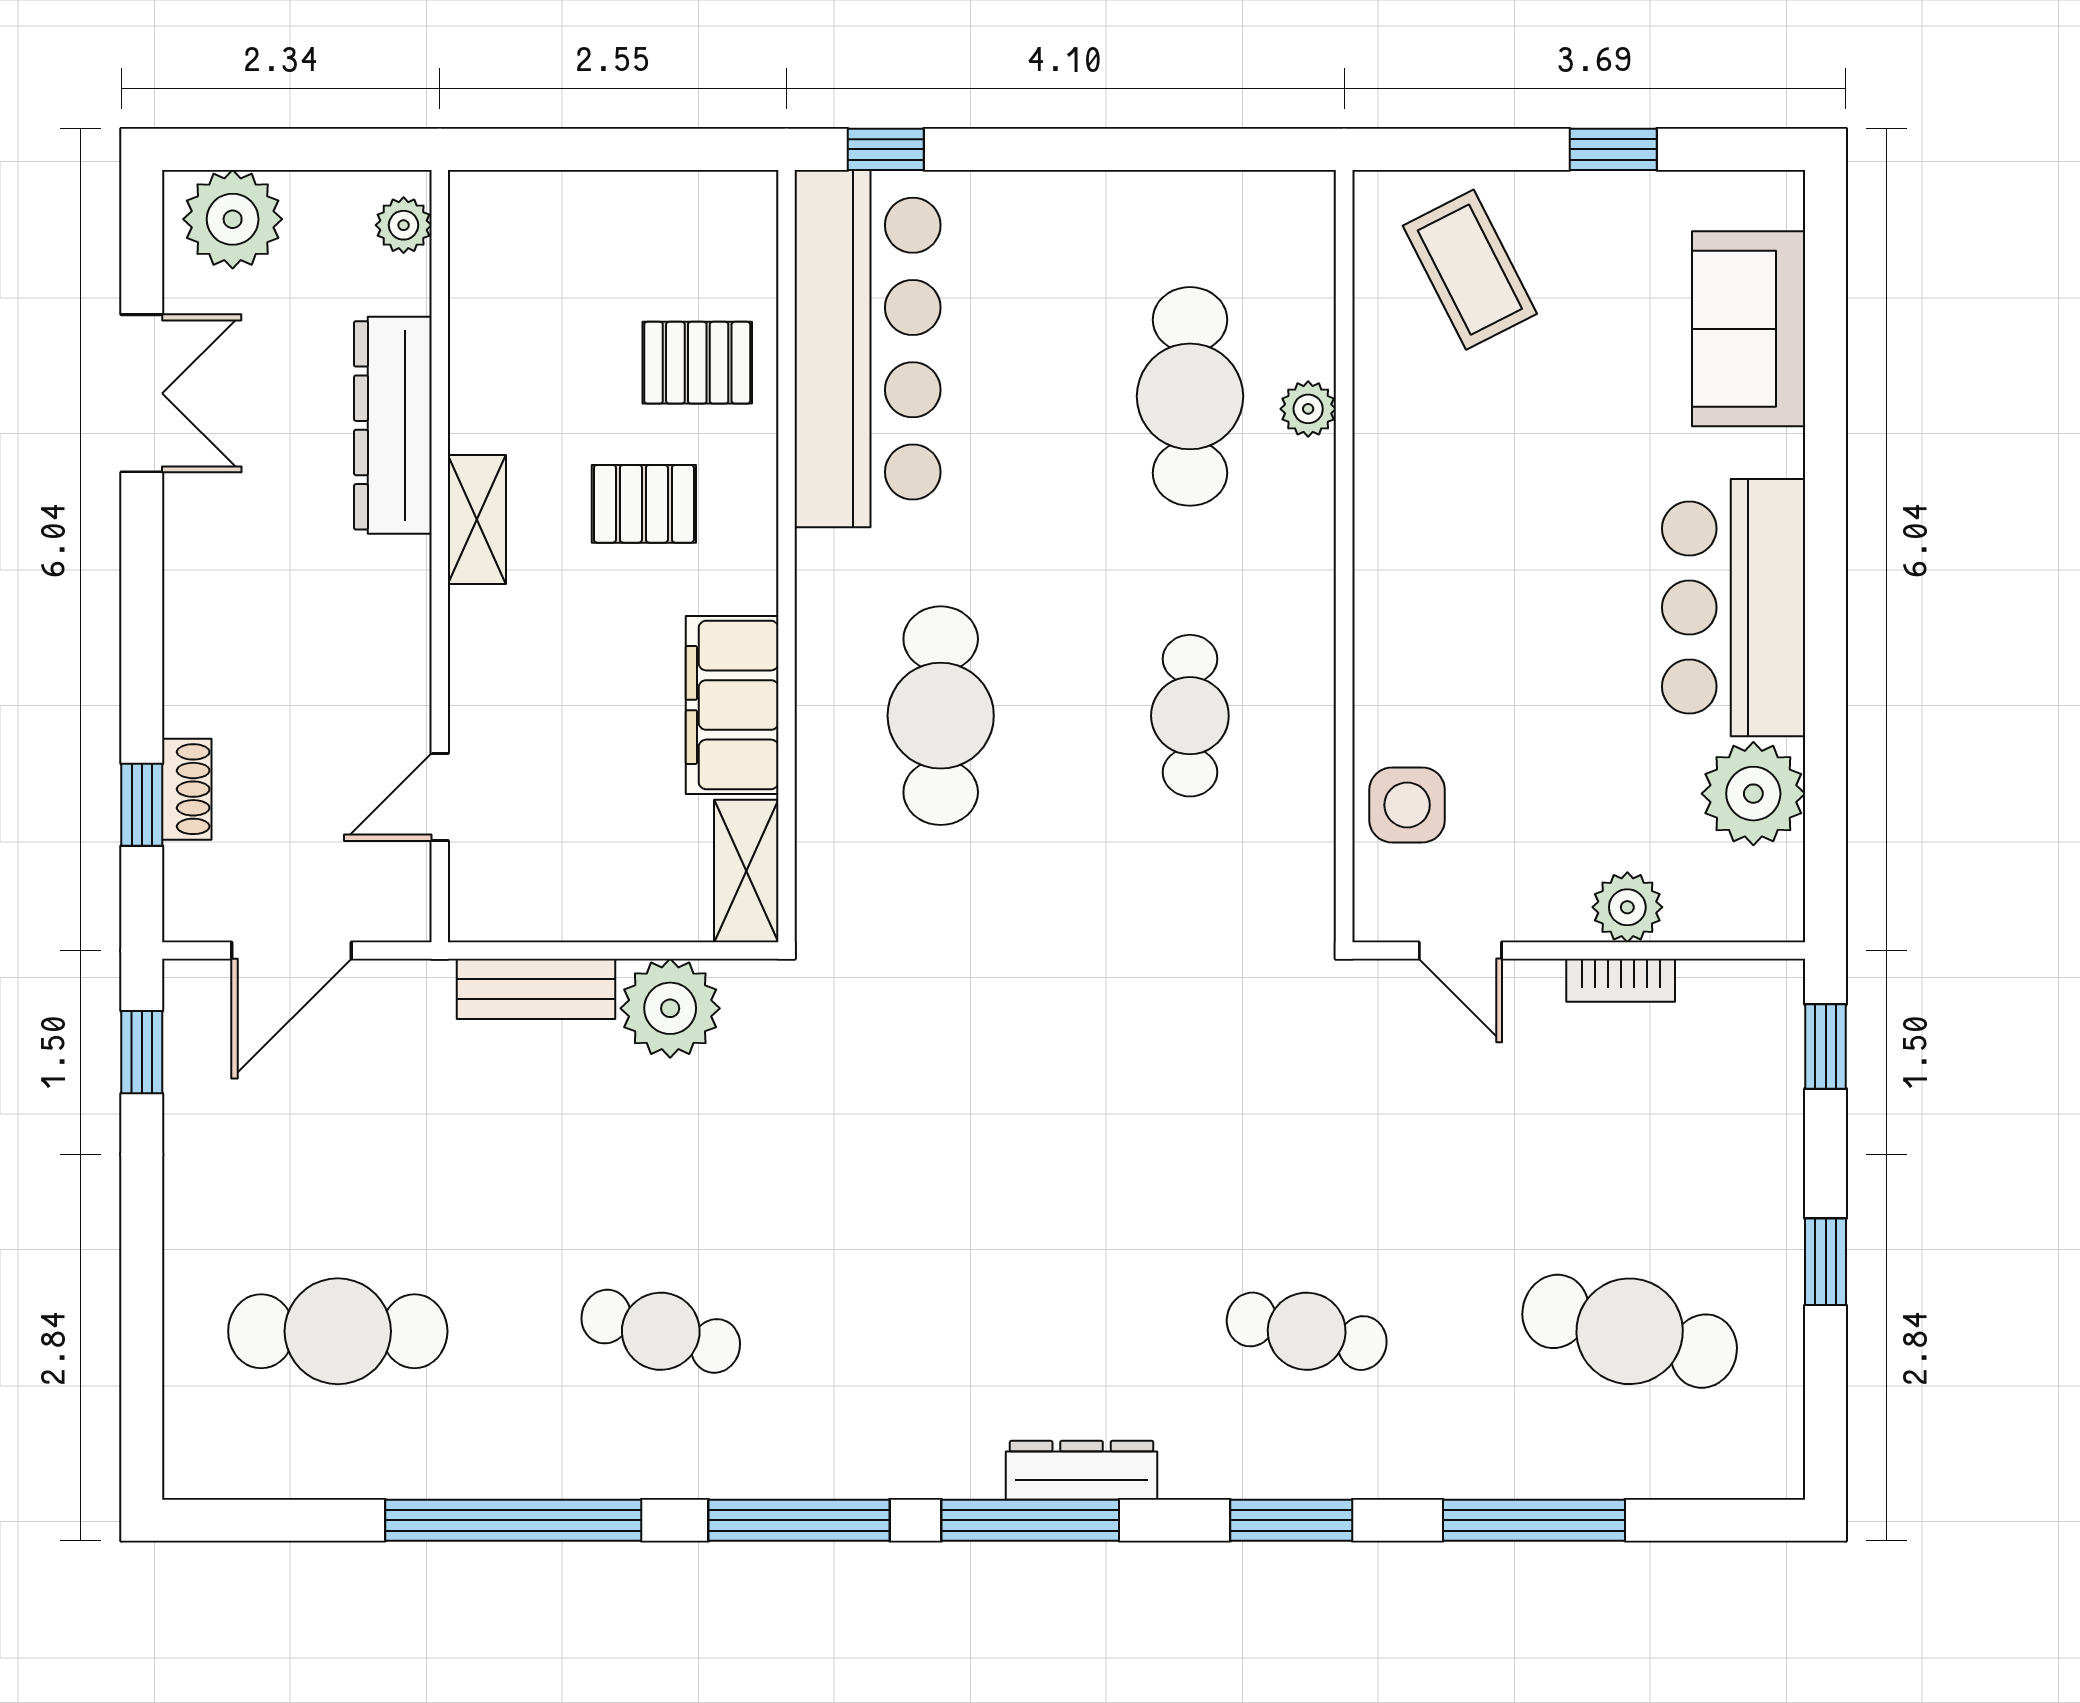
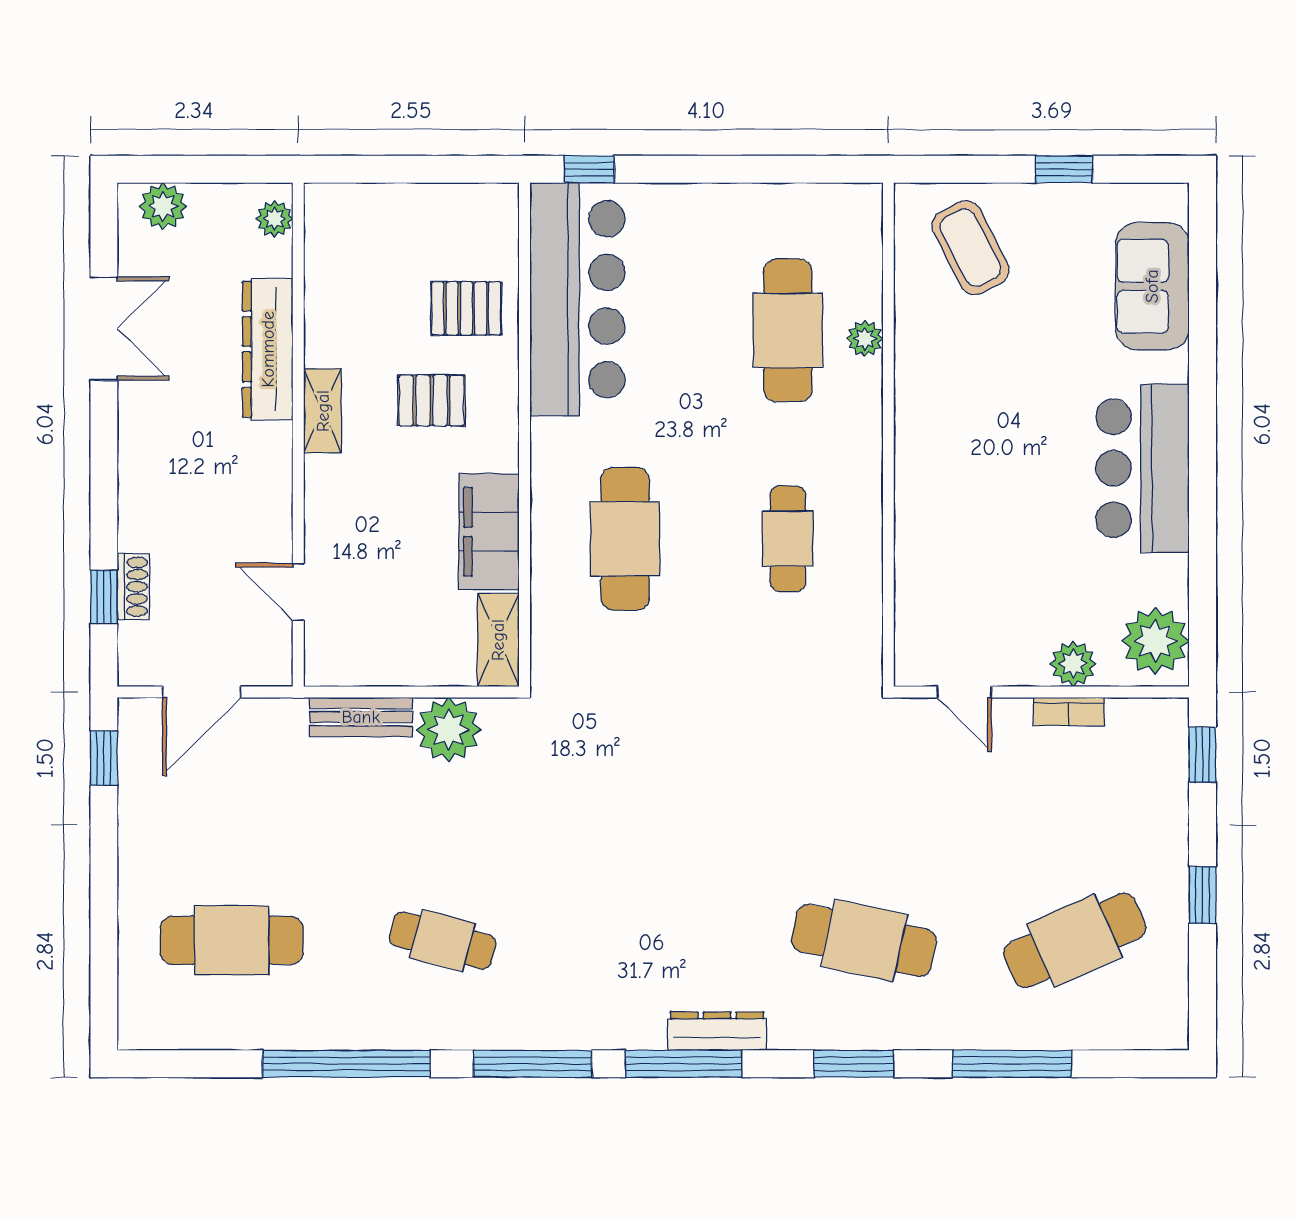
plant: (233, 219) -> (163, 206), width x0.73, depth x0.73
plant: (1753, 794) -> (1155, 641), moved
door: (440, 797) -> (298, 592), hinge flipped
side table: (1407, 805) -> (929, 597), removed
cafe table: (1307, 1331) -> (864, 940), width x1.37, depth x1.35
cafe table: (1630, 1331) -> (1075, 940), turned -39

